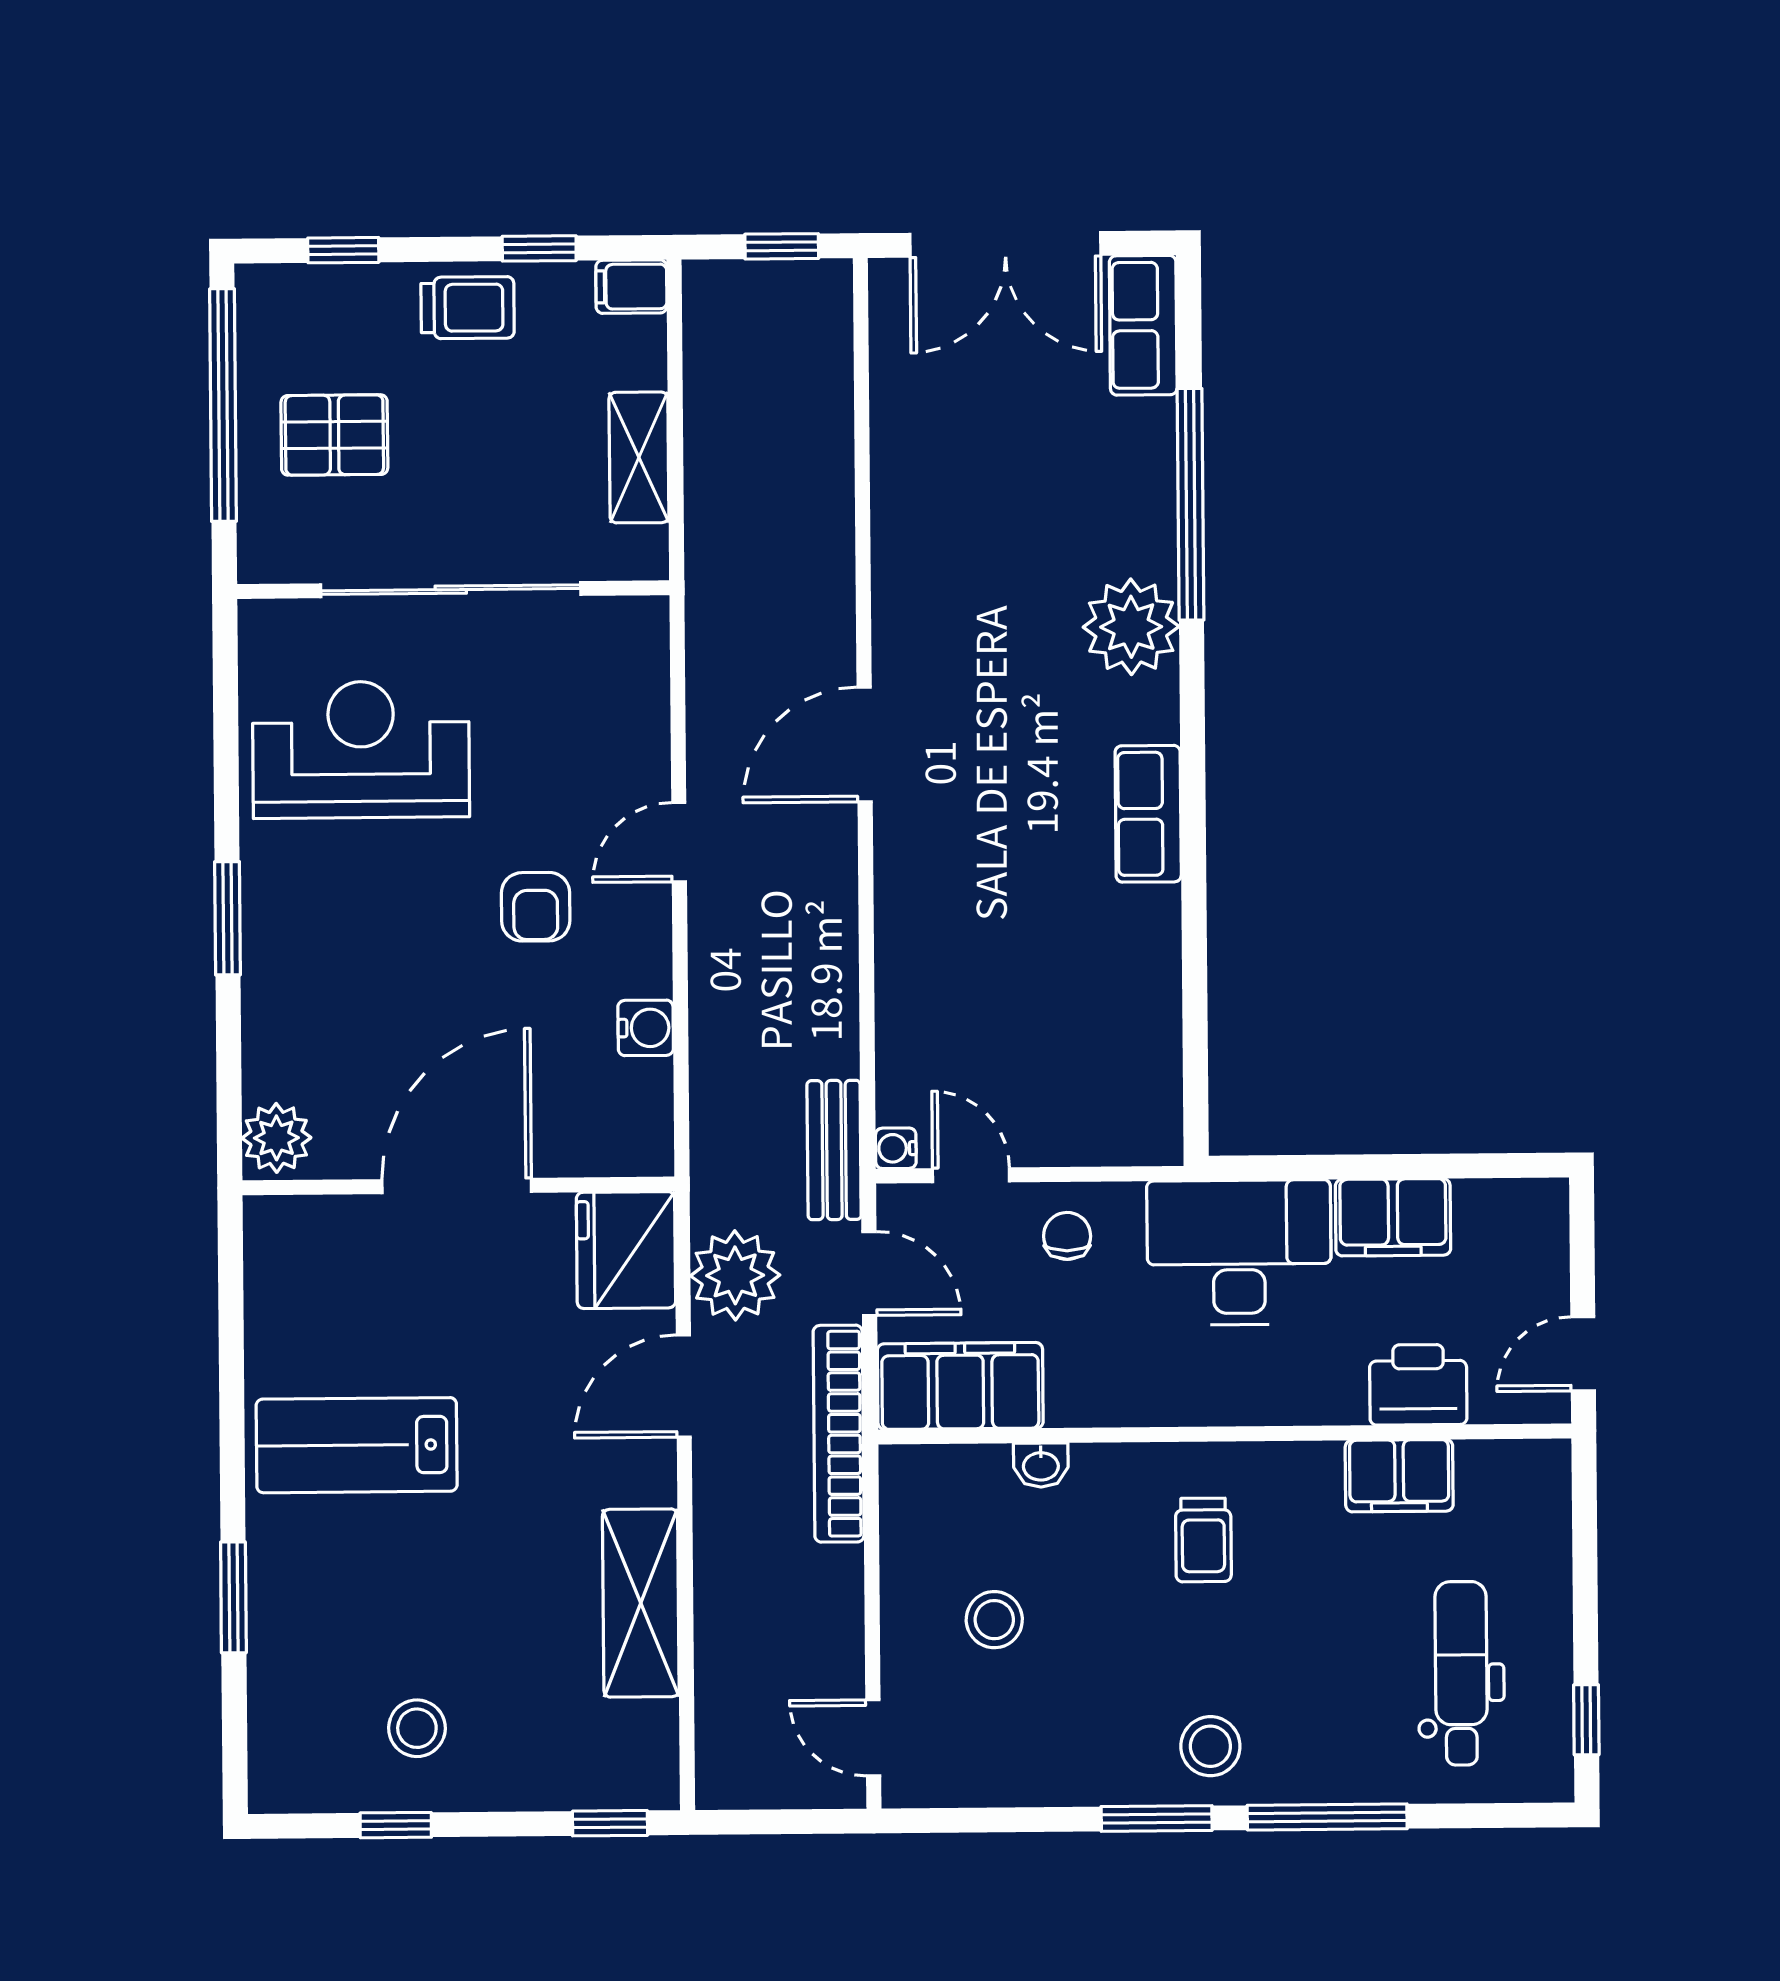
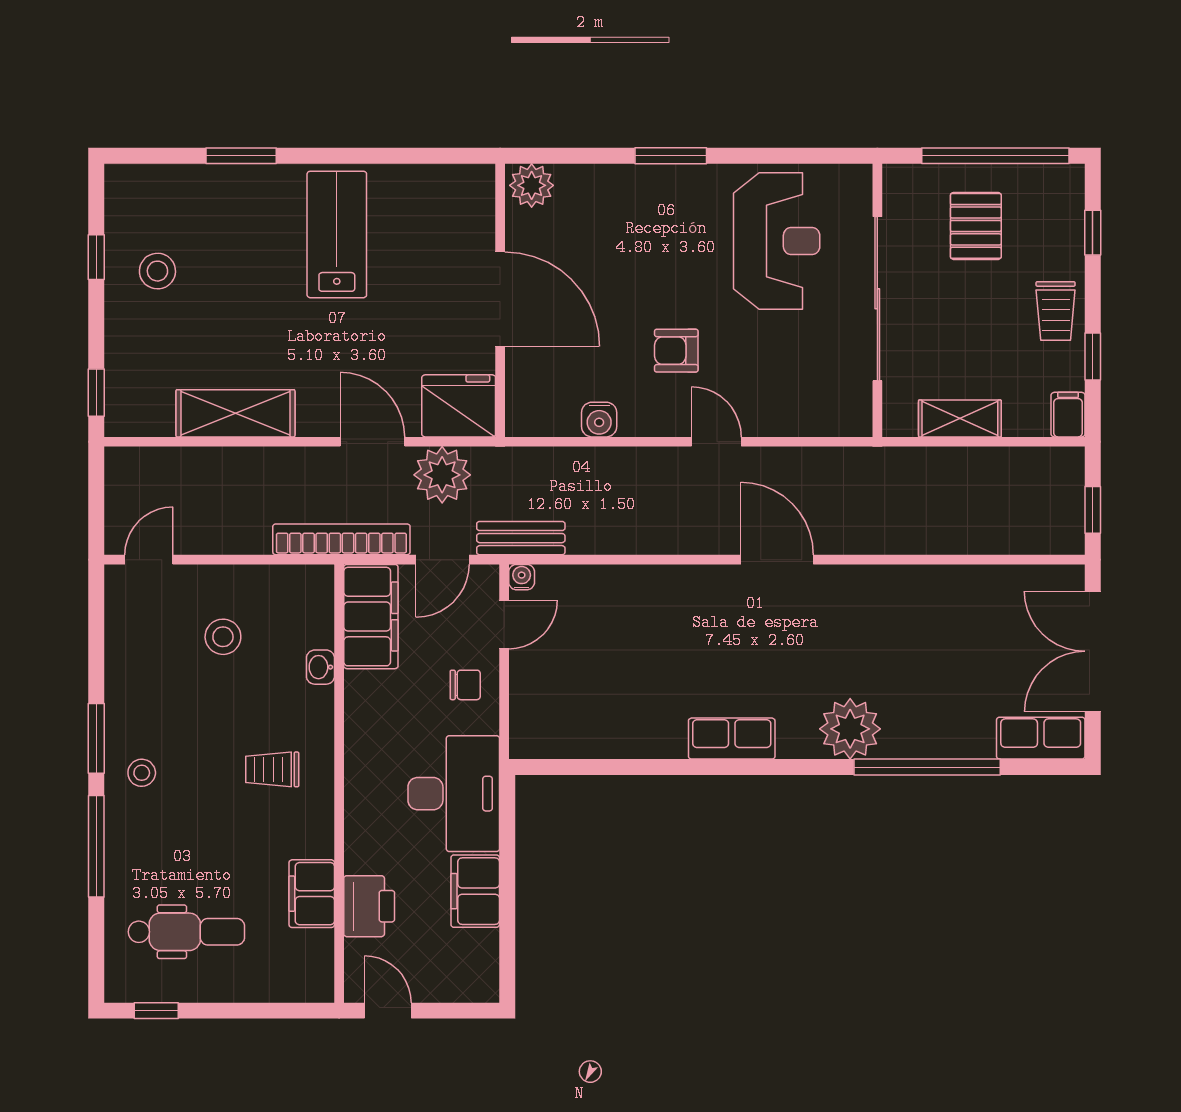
stool: (1210, 1746) -> (142, 773), width x0.73, depth x0.73

